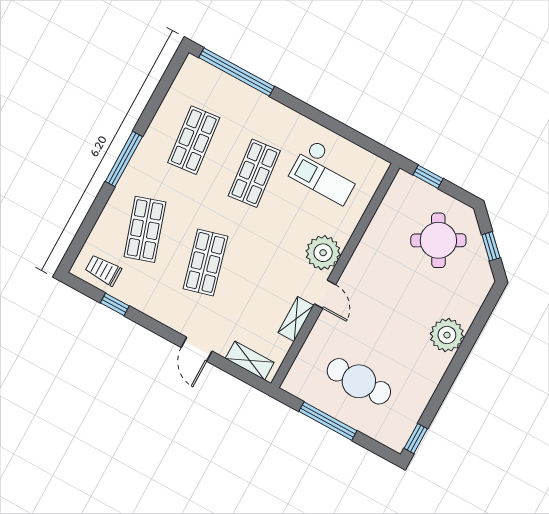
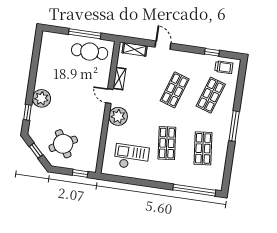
shop shelf: (145, 229) -> (211, 95), turned 36
shop shelf: (205, 262) -> (175, 90), turned 33
cafe table: (359, 381) -> (90, 52), moved
window: (416, 439) -> (27, 112), moved

